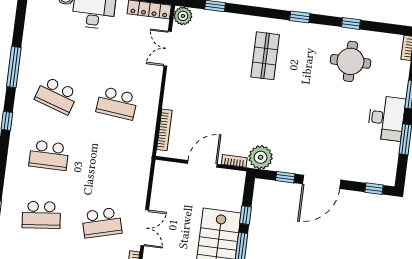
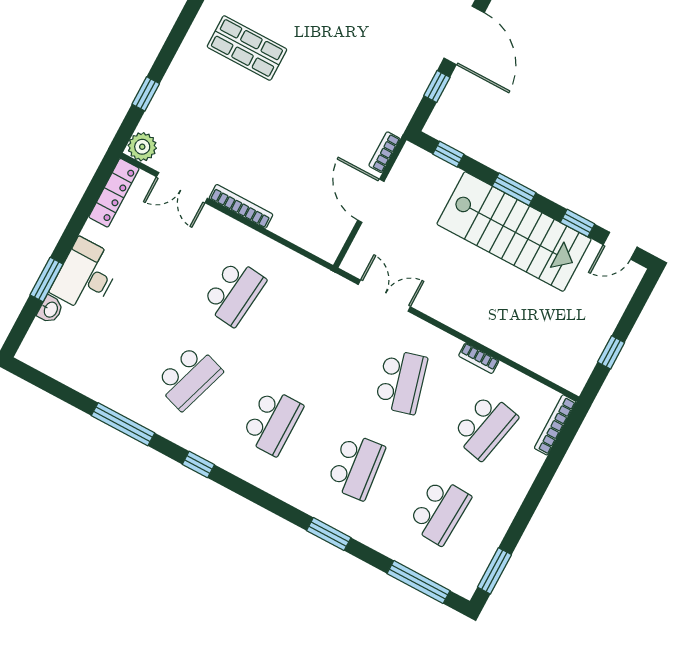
bookcase: (164, 130) -> (241, 206), moved
plant: (261, 157) -> (394, 111), removed
window: (246, 215) -> (448, 154), moved
double door: (145, 228) -> (384, 296), moved

